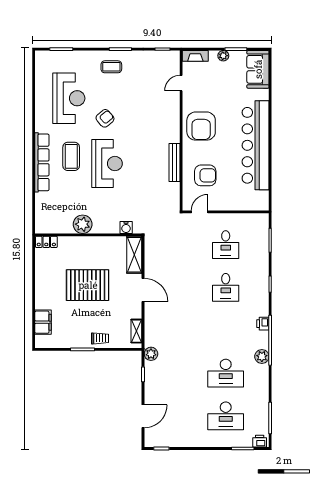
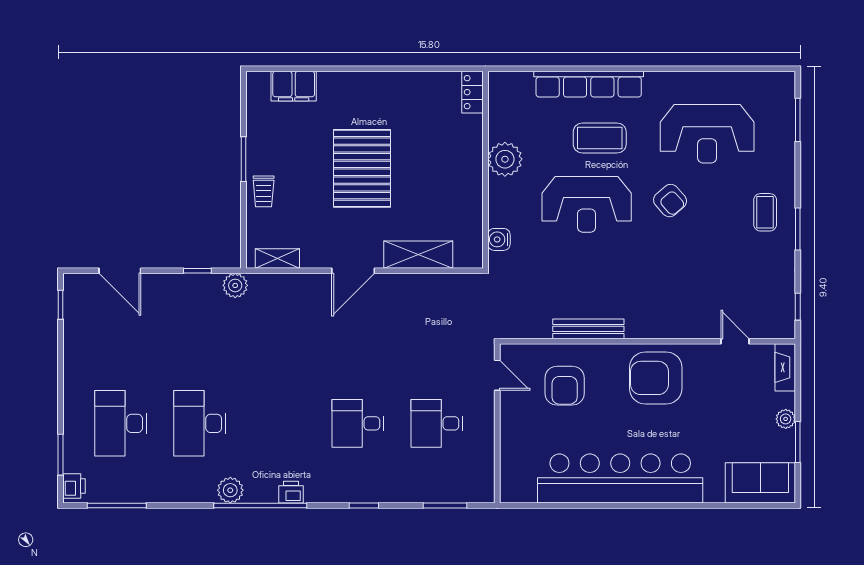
plant: (83, 224) -> (505, 159), moved
water cooler: (126, 228) -> (499, 239), moved
wall: (88, 235) -> (485, 170), moved
locker: (46, 242) -> (472, 92), moved

